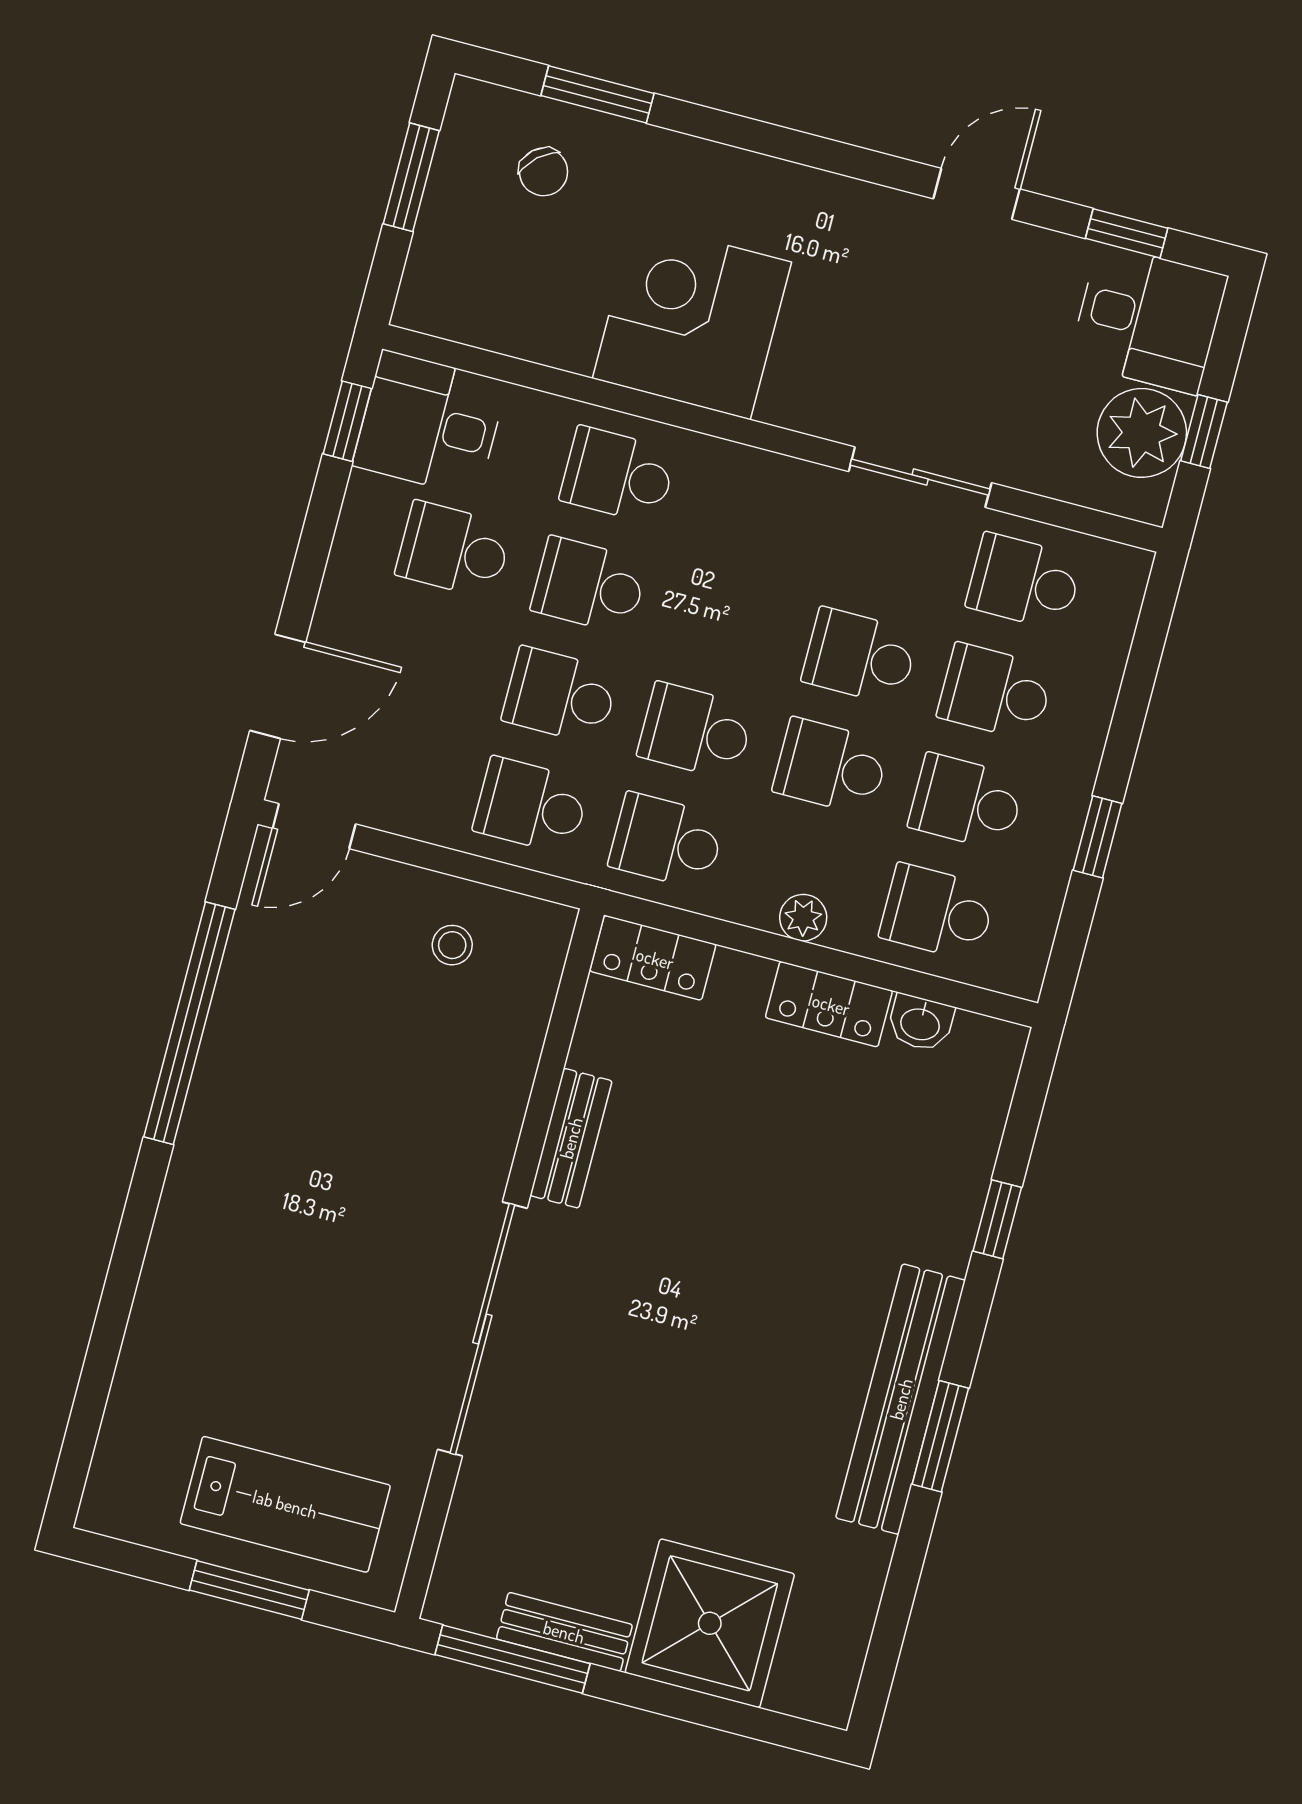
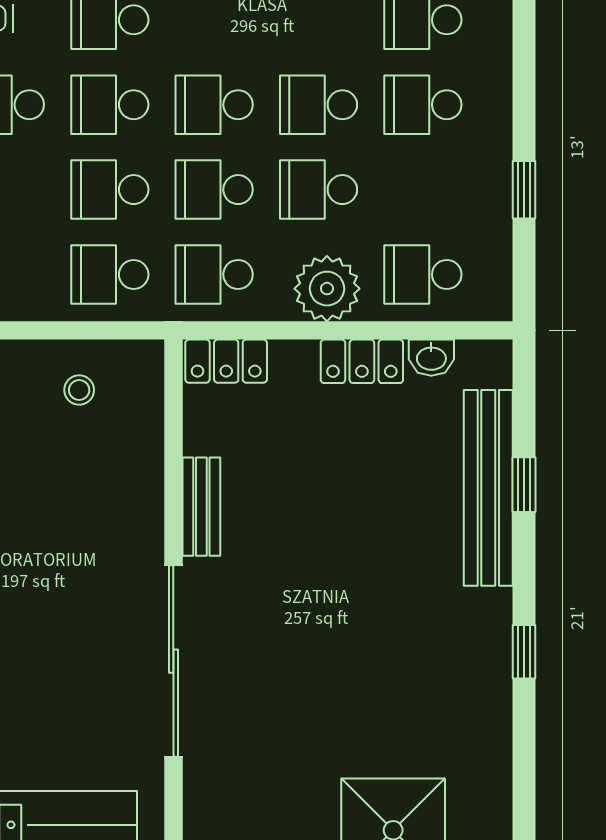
school desk: (967, 802) -> (214, 105), moved
plant: (803, 918) -> (327, 289), width x1.88, depth x1.88
bench: (901, 1399) -> (488, 488), moved
window: (940, 1436) -> (524, 652), width x0.67

